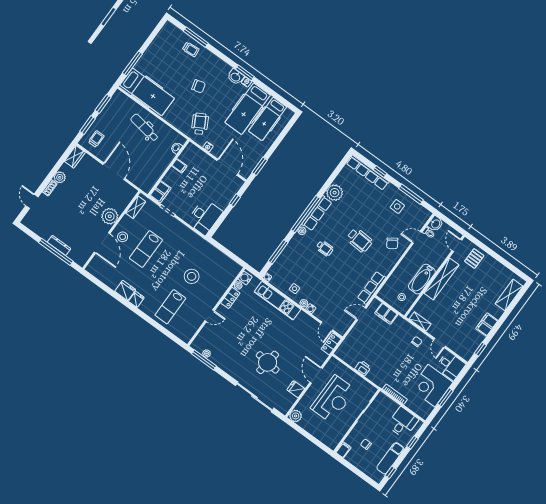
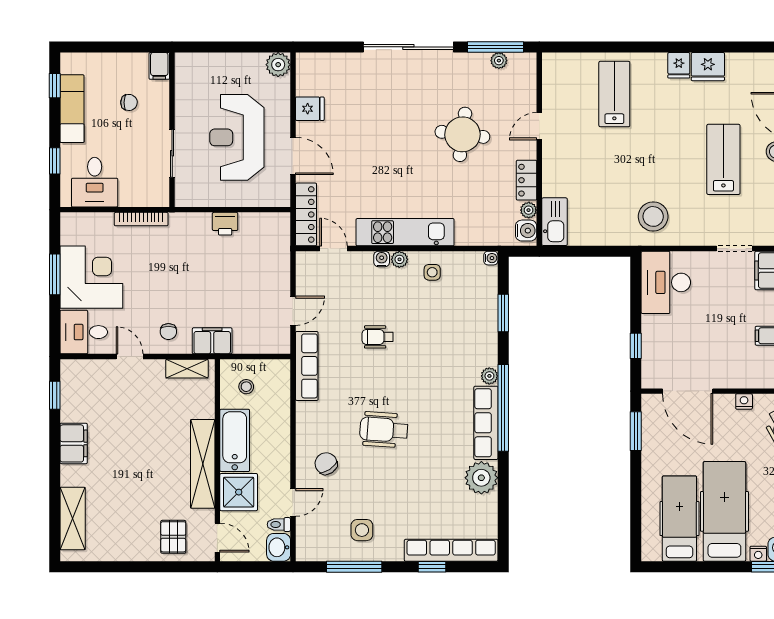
wheelchair: (325, 248) -> (378, 337), moved
window: (278, 252) -> (503, 313), width x0.69
shower: (435, 257) -> (239, 492), added
kitchen sink: (231, 273) -> (554, 222), added
stool: (192, 276) -> (653, 216), moved
kitchen unit: (277, 301) -> (405, 232), moved
filing cabinet: (386, 314) -> (212, 341), moved
locker: (331, 344) -> (306, 214), width x1.53
round table: (268, 362) -> (462, 134), moved
sliding door: (255, 397) -> (408, 47), moved

